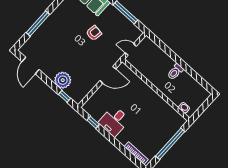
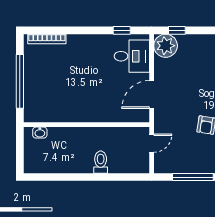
toilet: (175, 72) -> (101, 162), moved
plant: (63, 80) -> (166, 46), moved
desk: (114, 121) -> (132, 56), moved, turned 90

